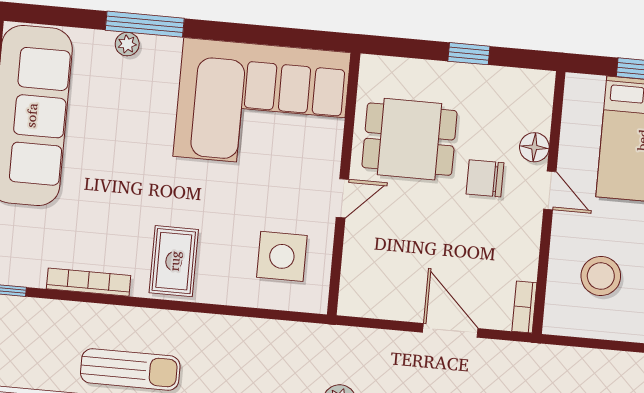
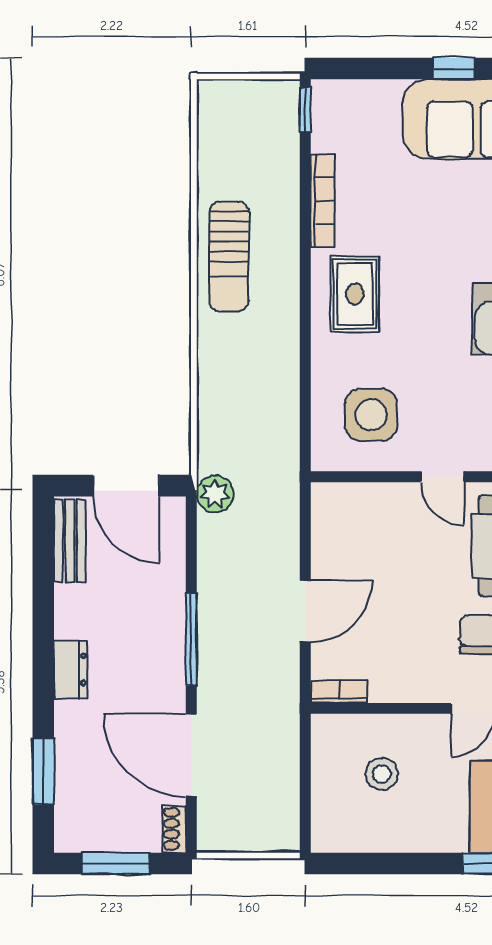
rug: (174, 261) -> (355, 294), turned 90
stool: (601, 276) -> (382, 774), width x0.73, depth x0.73

